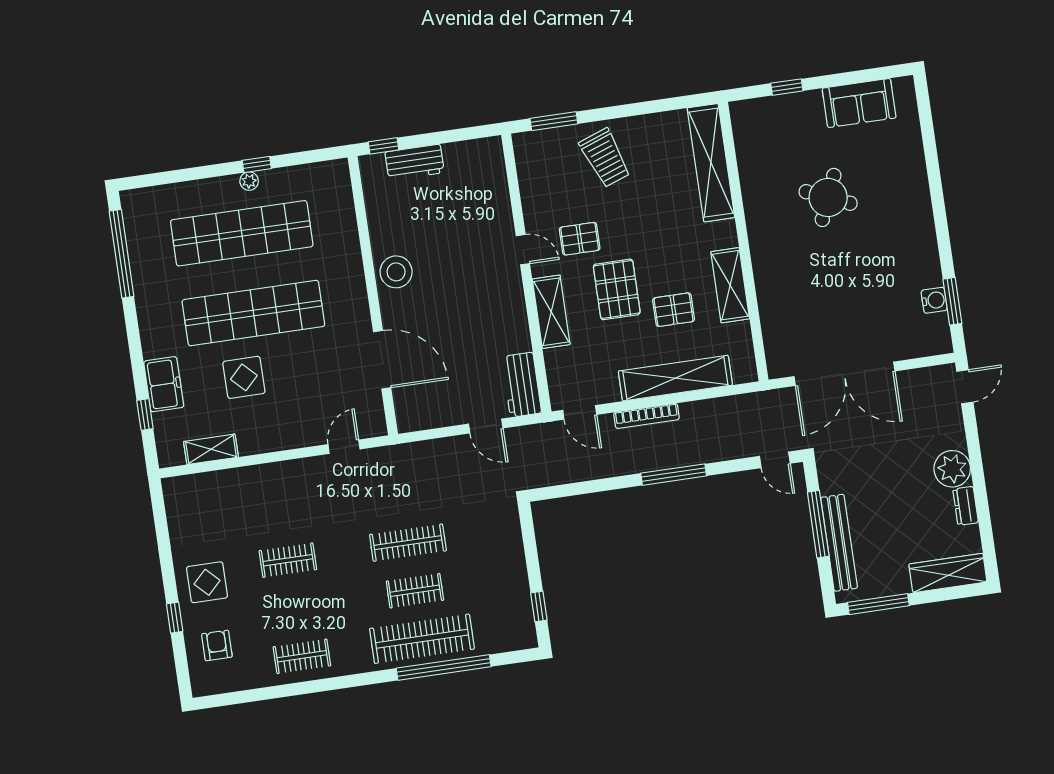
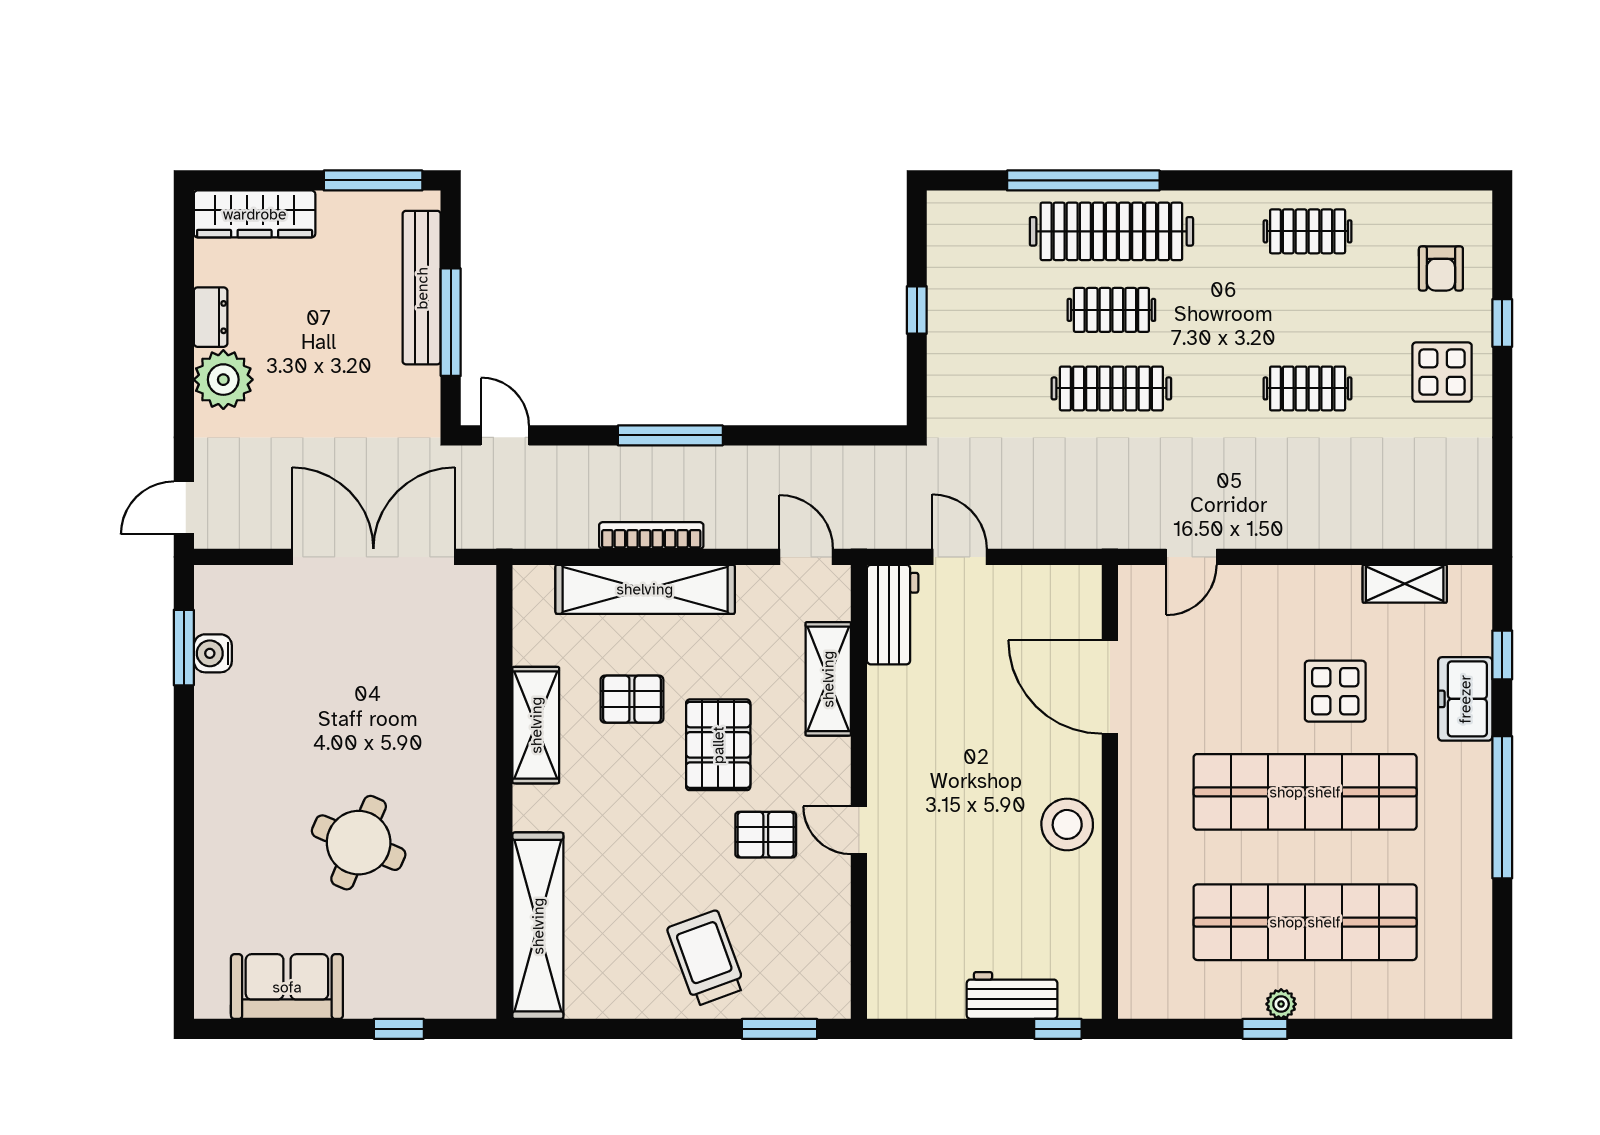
window: (122, 254) -> (1502, 807), moved
shelving: (551, 312) -> (828, 679), moved
bookcase: (646, 416) -> (651, 536), moved
window: (539, 606) -> (917, 310), moved

